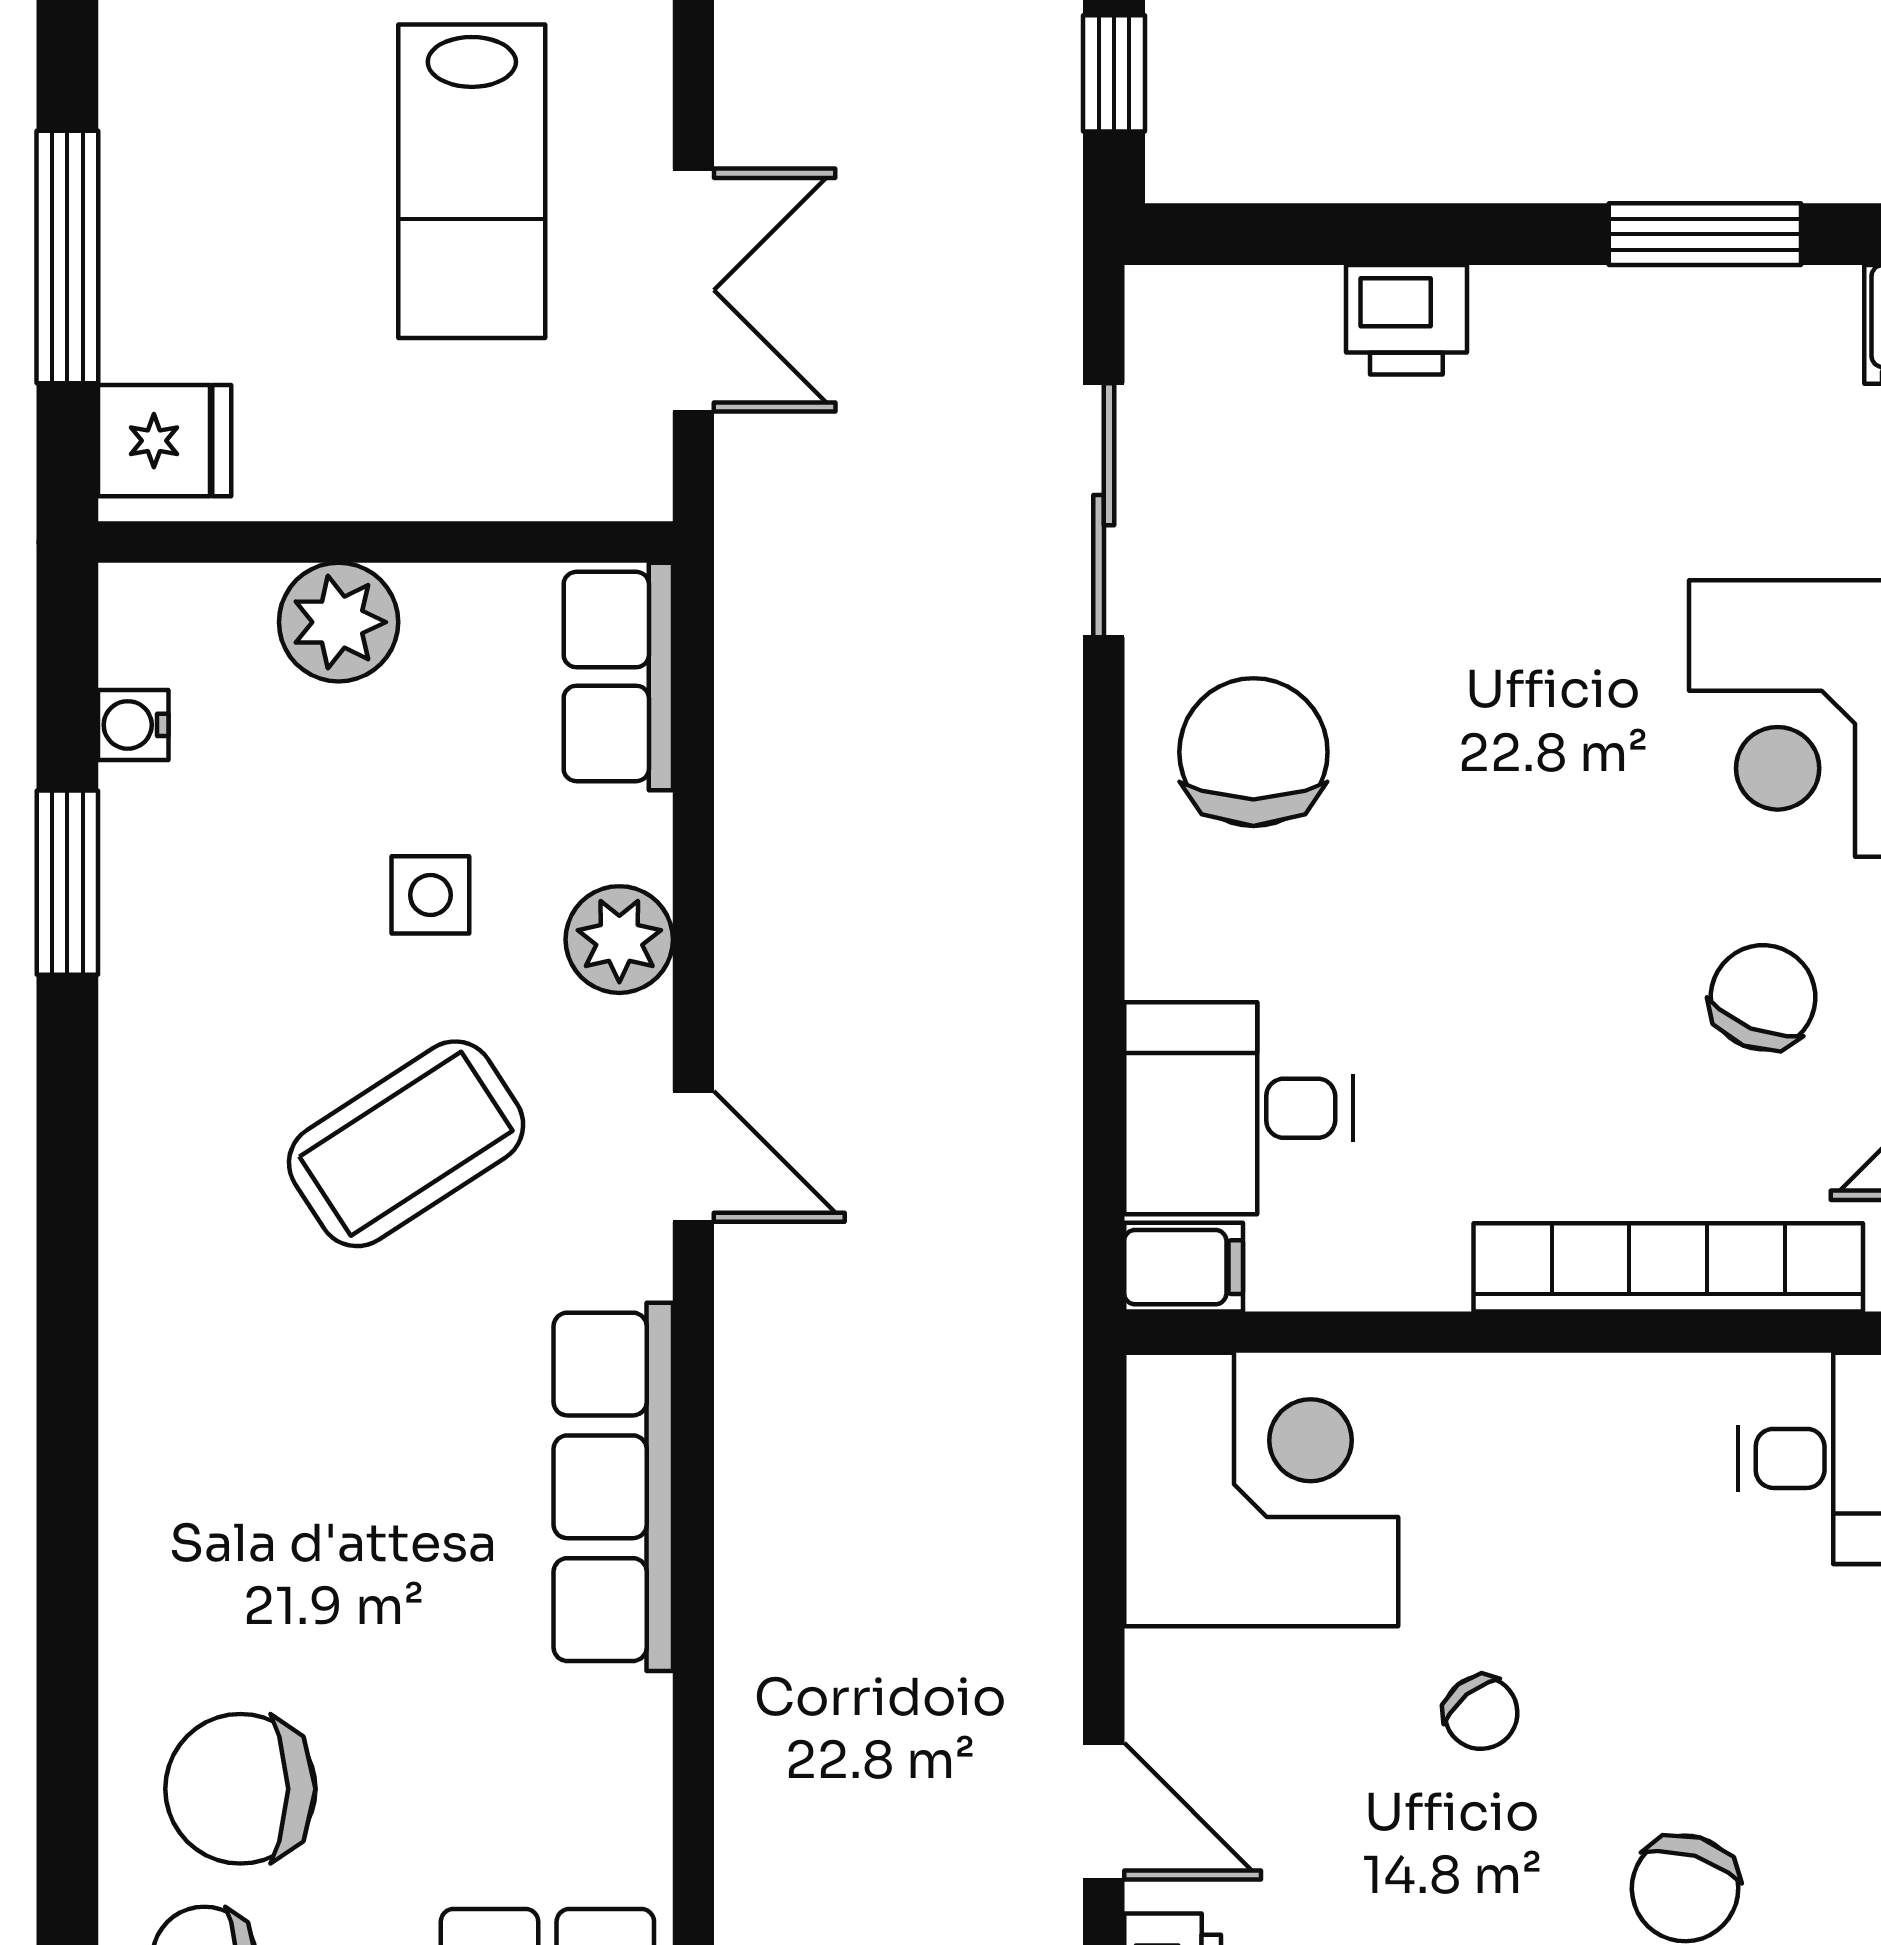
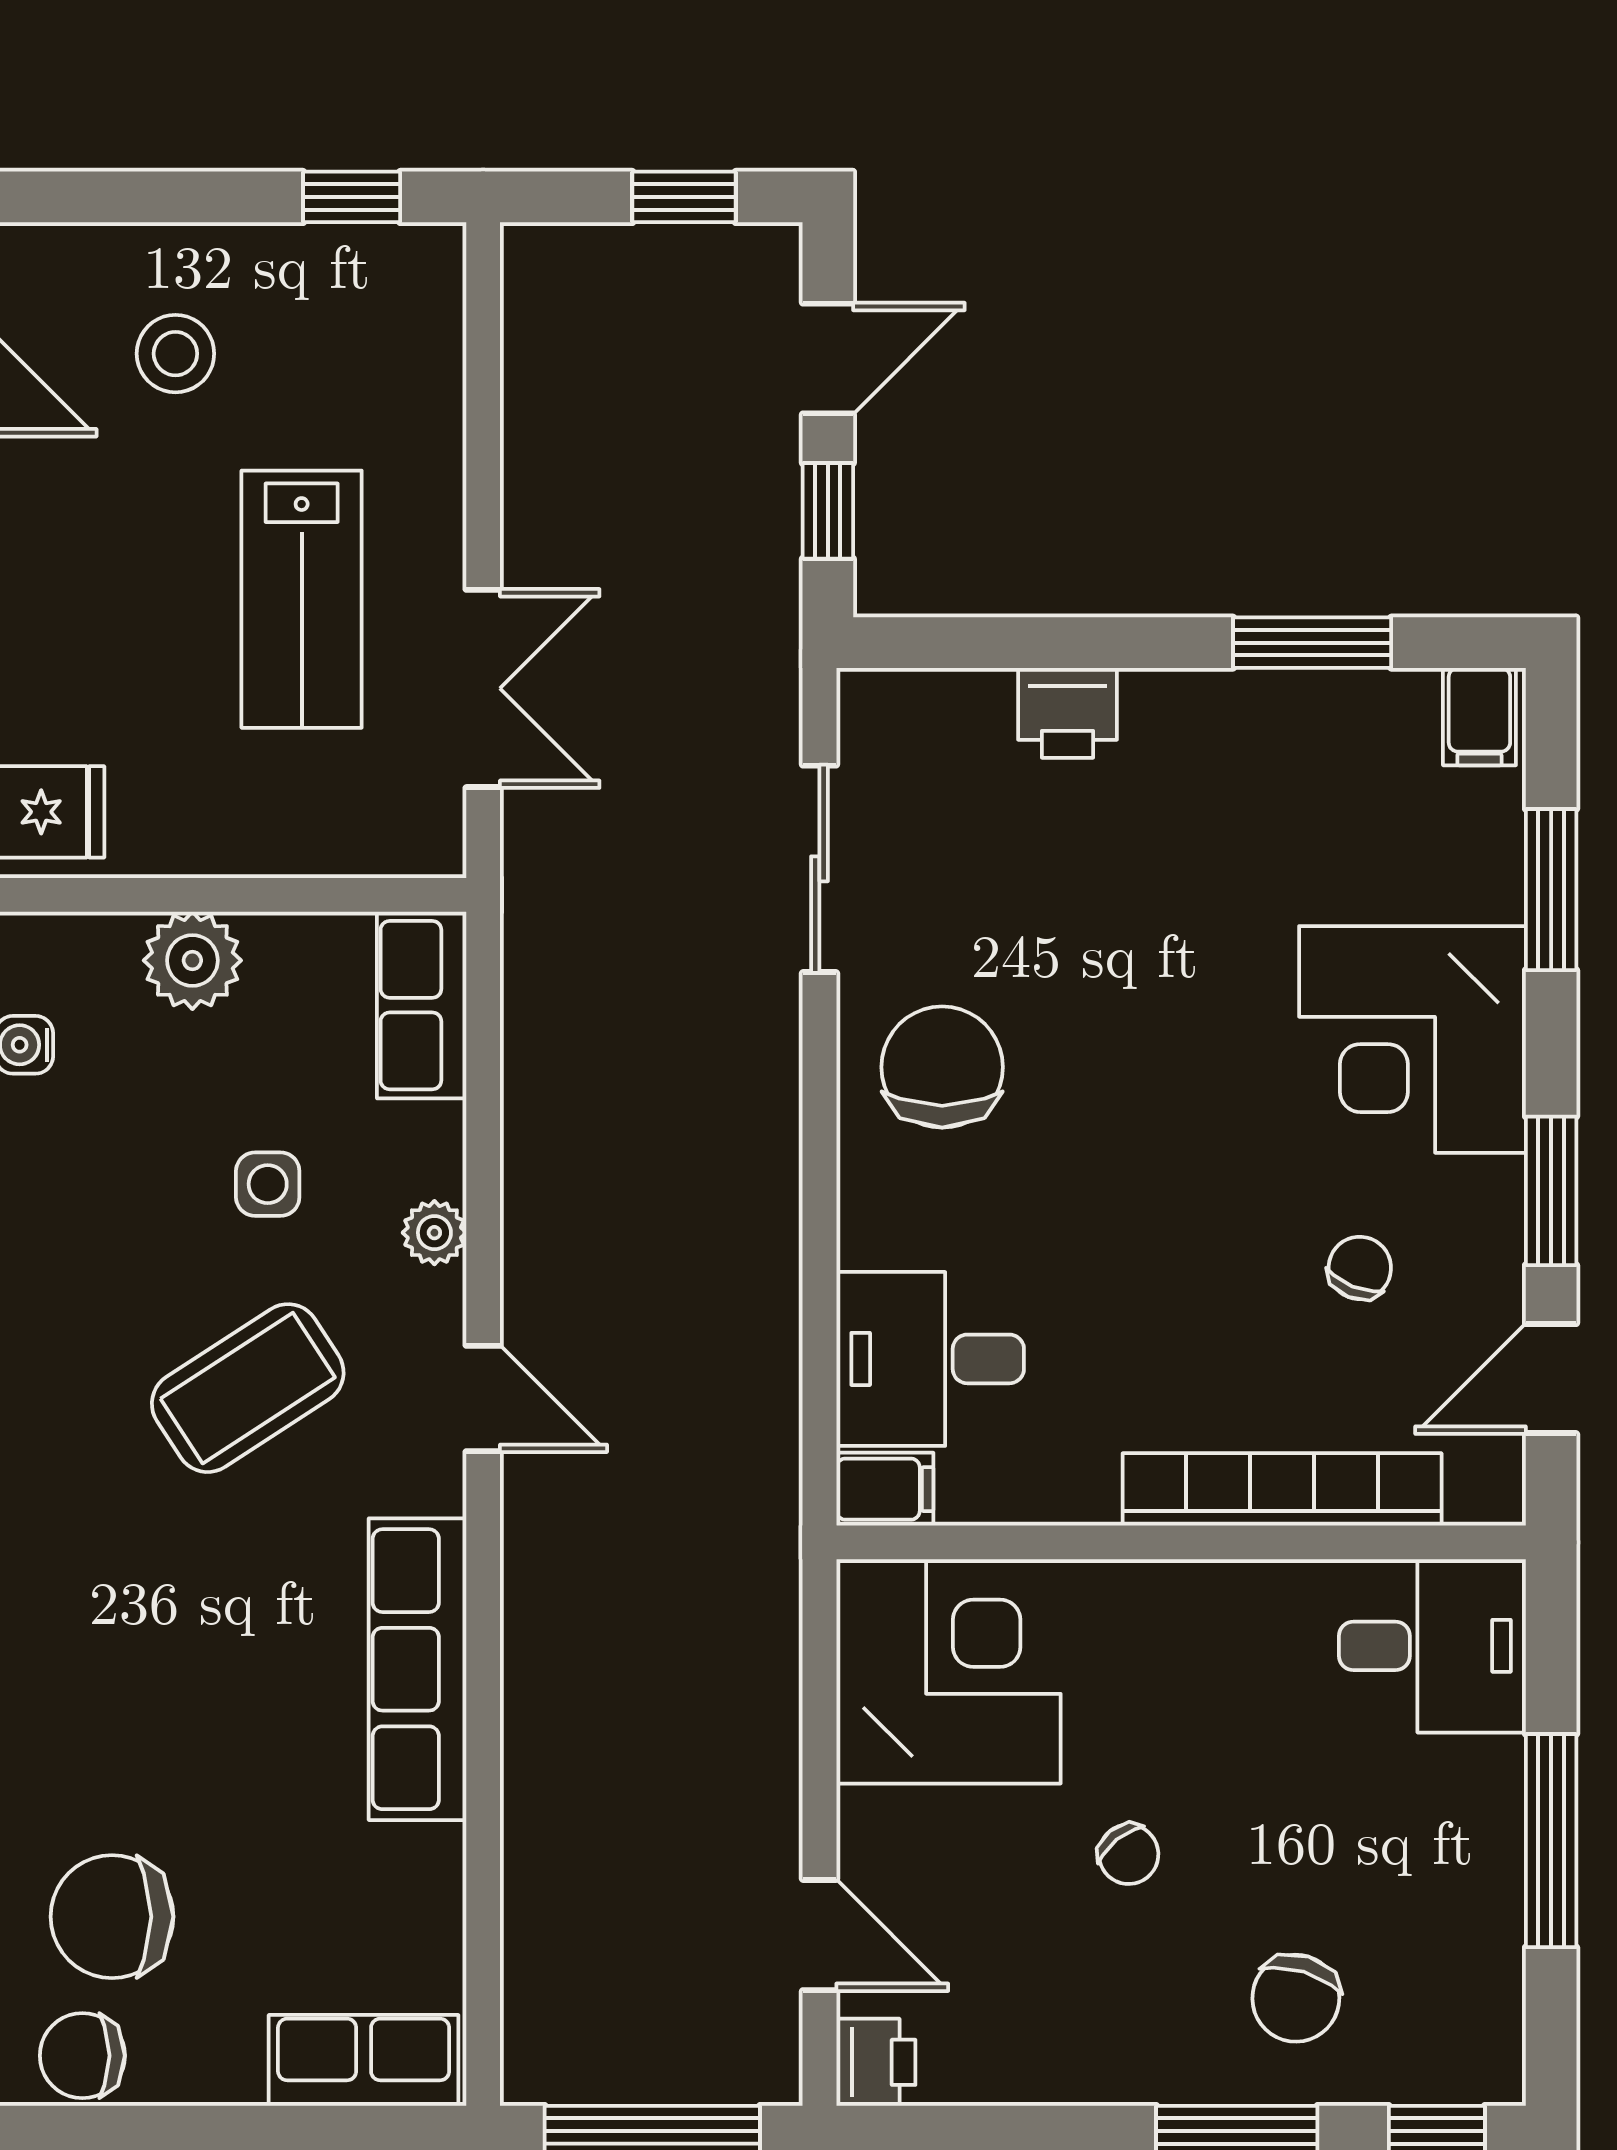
plant: (619, 940) -> (434, 1233), width x0.73, depth x0.73
chair: (1763, 997) -> (1360, 1268), width x0.73, depth x0.73

